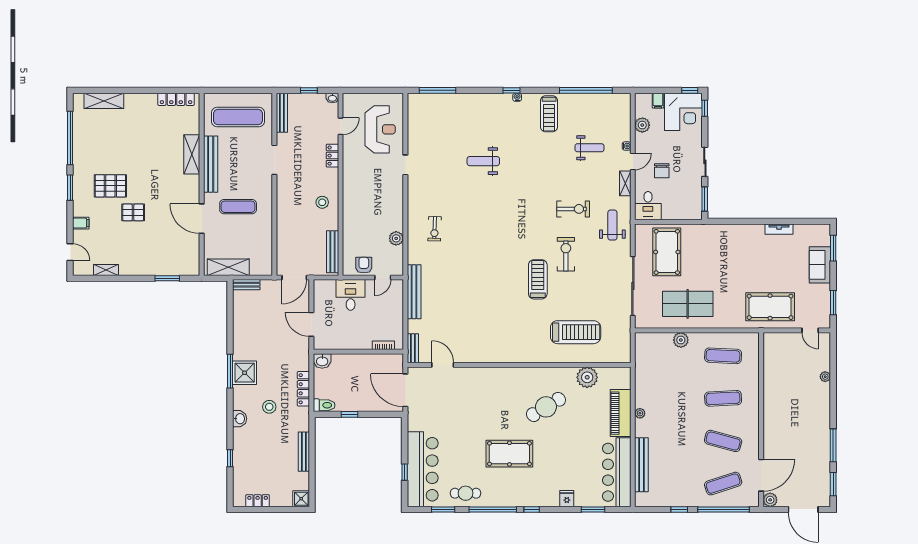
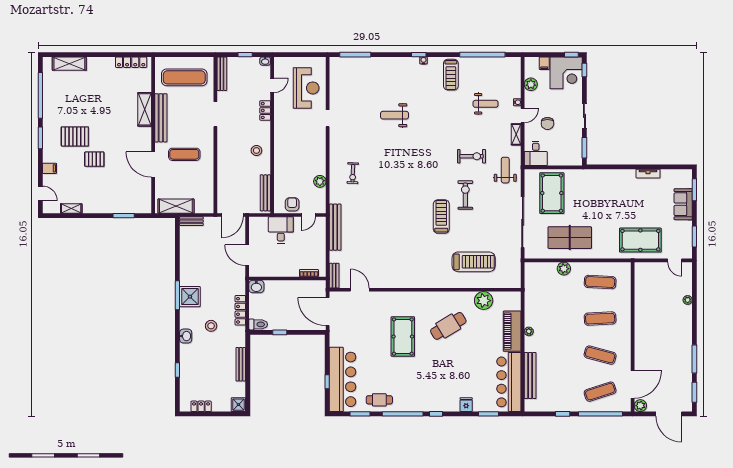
pool table: (509, 454) -> (403, 337), moved, turned 90

